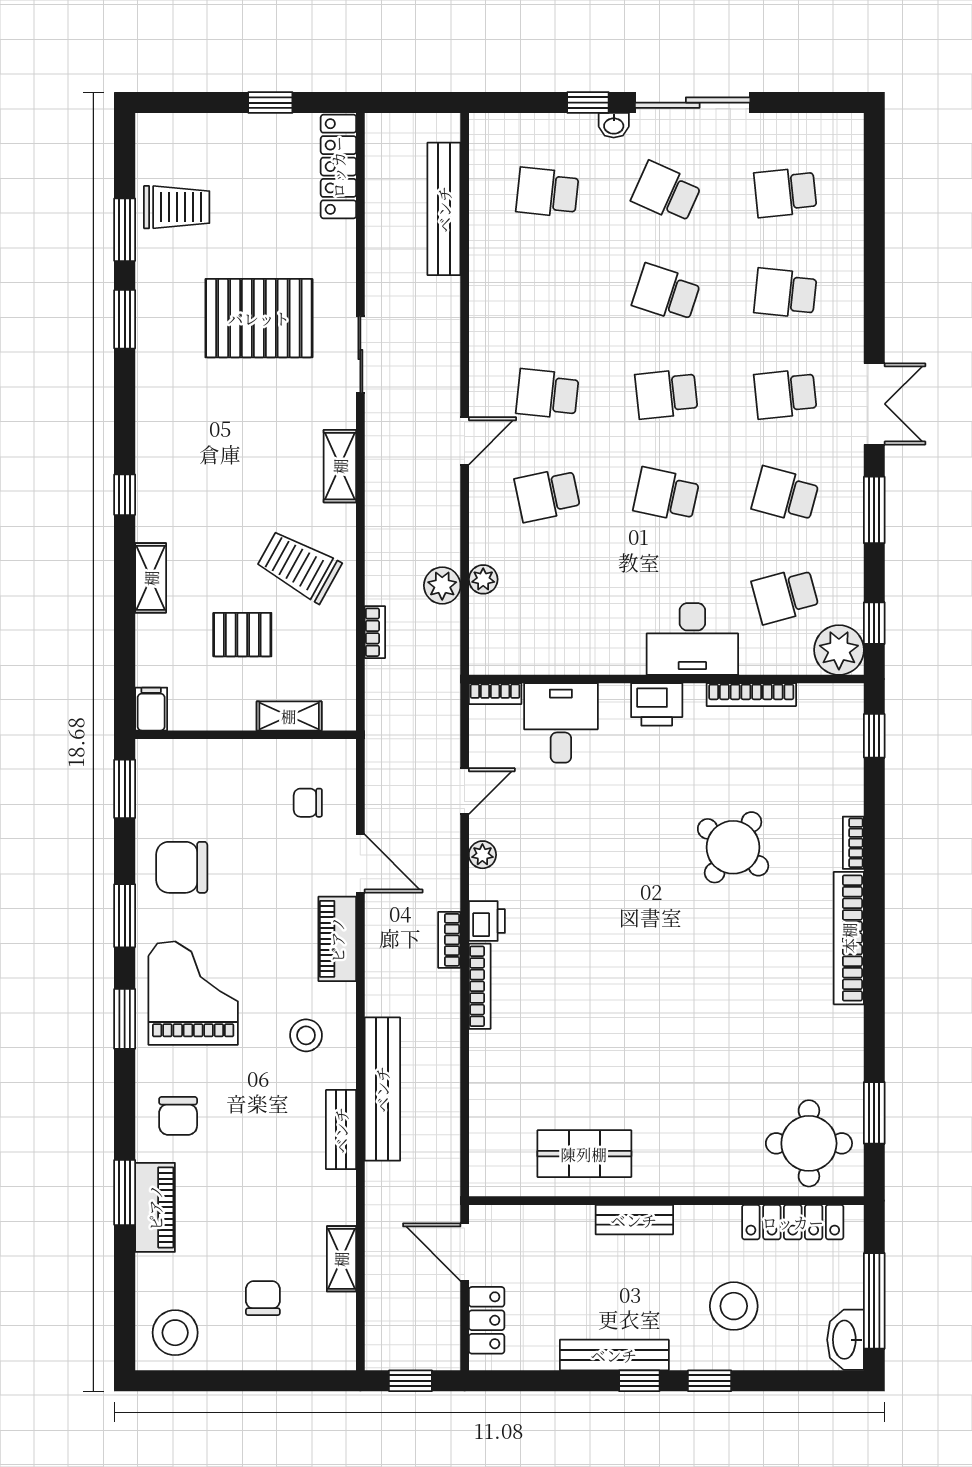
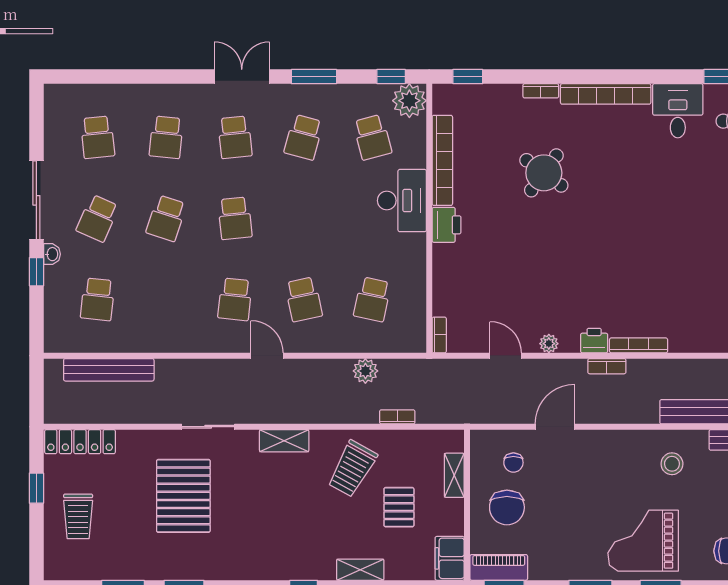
trolley: (177, 207) -> (78, 516), moved, turned 180
school desk: (666, 495) -> (372, 299), moved
plant: (483, 579) -> (361, 343), removed
bookcase: (751, 695) -> (442, 160), width x1.48, depth x1.31
filing cabinet: (151, 709) -> (450, 558), width x2.00
desk: (561, 723) -> (678, 111), moved, turned 90
chair: (182, 867) -> (507, 507), moved
piano: (337, 939) -> (499, 567), moved, turned 180

